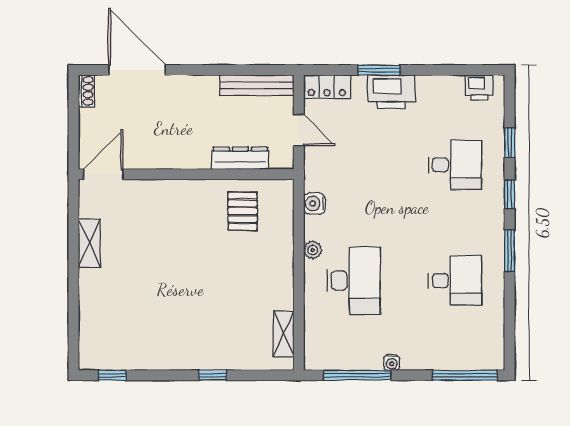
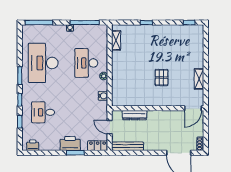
pallet: (243, 211) -> (162, 77), moved
desk: (455, 281) -> (43, 63), width x1.87, depth x1.30

